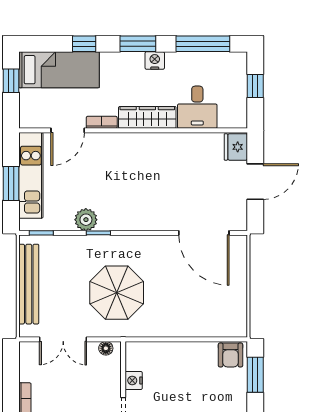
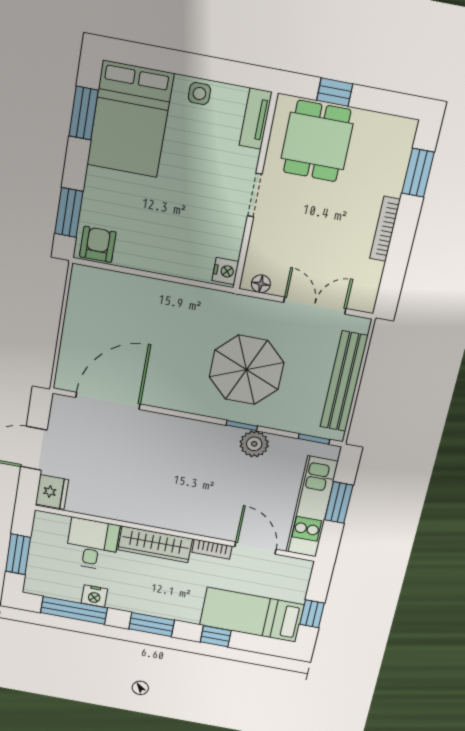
nightstand: (155, 61) -> (94, 596), moved
window: (255, 86) -> (18, 554), width x1.50
door: (68, 130) -> (255, 548), hinge flipped
door: (204, 233) -> (108, 401), hinge flipped
parasol: (117, 293) -> (246, 370), moved
nightstand: (134, 380) -> (225, 271), moved

